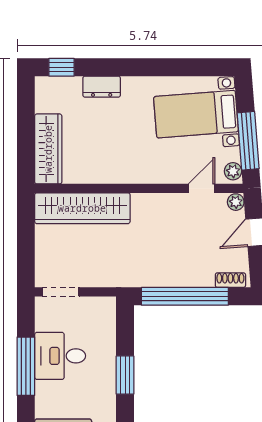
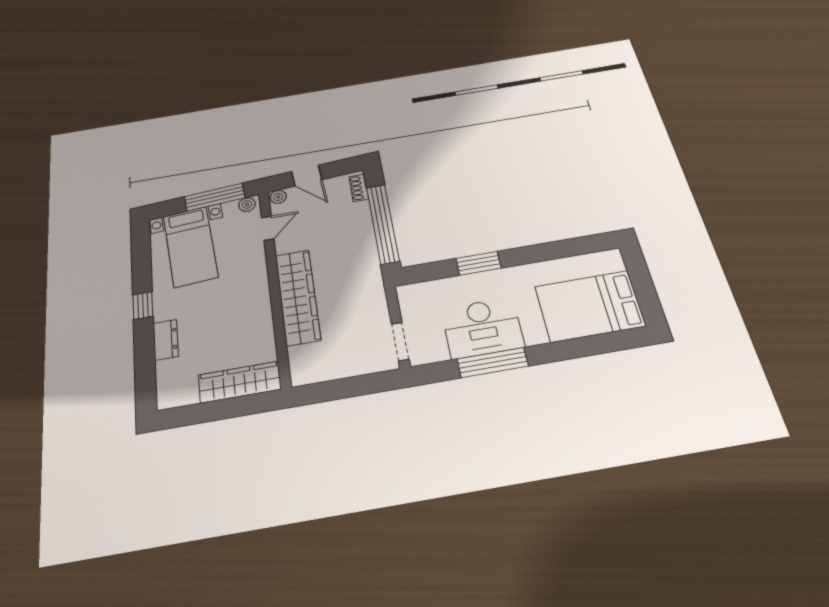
window: (62, 67) -> (143, 306), moved
door: (202, 188) -> (268, 228), swing flipped
wardrobe: (82, 208) -> (298, 297), moved
desk: (60, 356) -> (482, 328), width x1.37

